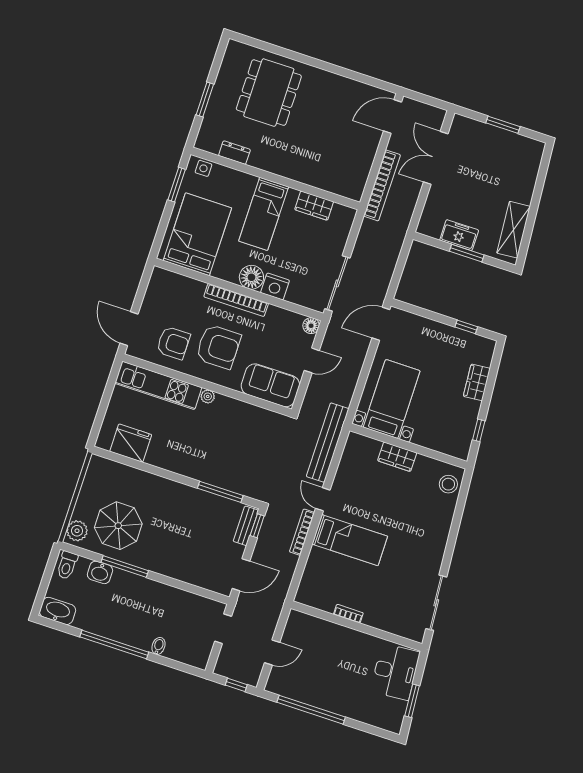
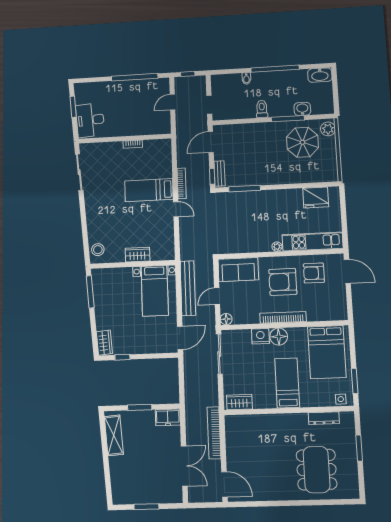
door: (393, 116) -> (225, 484), hinge flipped
dresser: (234, 153) -> (324, 418), width x1.44
wardrobe: (314, 206) -> (239, 402), moved
freezer: (459, 235) -> (168, 417), moved
wardrobe: (477, 382) -> (104, 343), moved
window: (479, 430) -> (90, 292), width x2.17
bench: (328, 443) -> (188, 288), moved
toilet: (67, 565) -> (262, 109), moved

